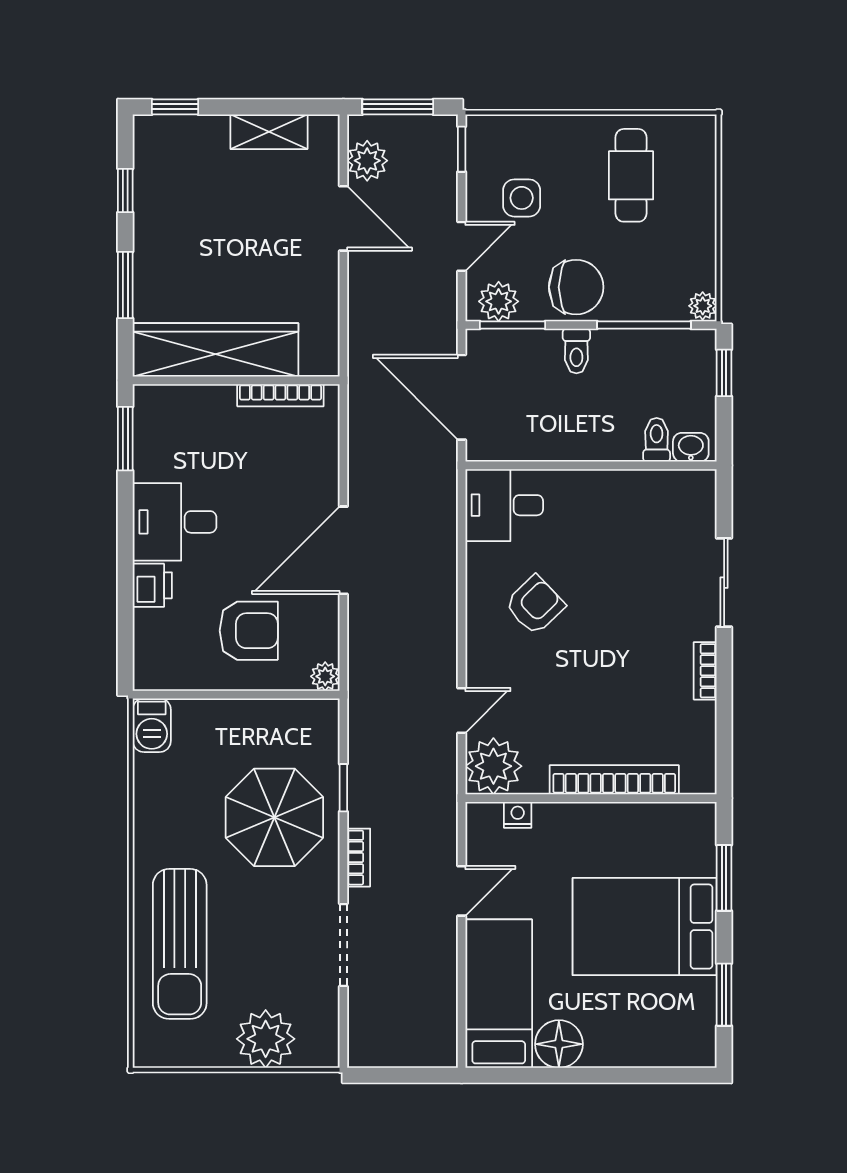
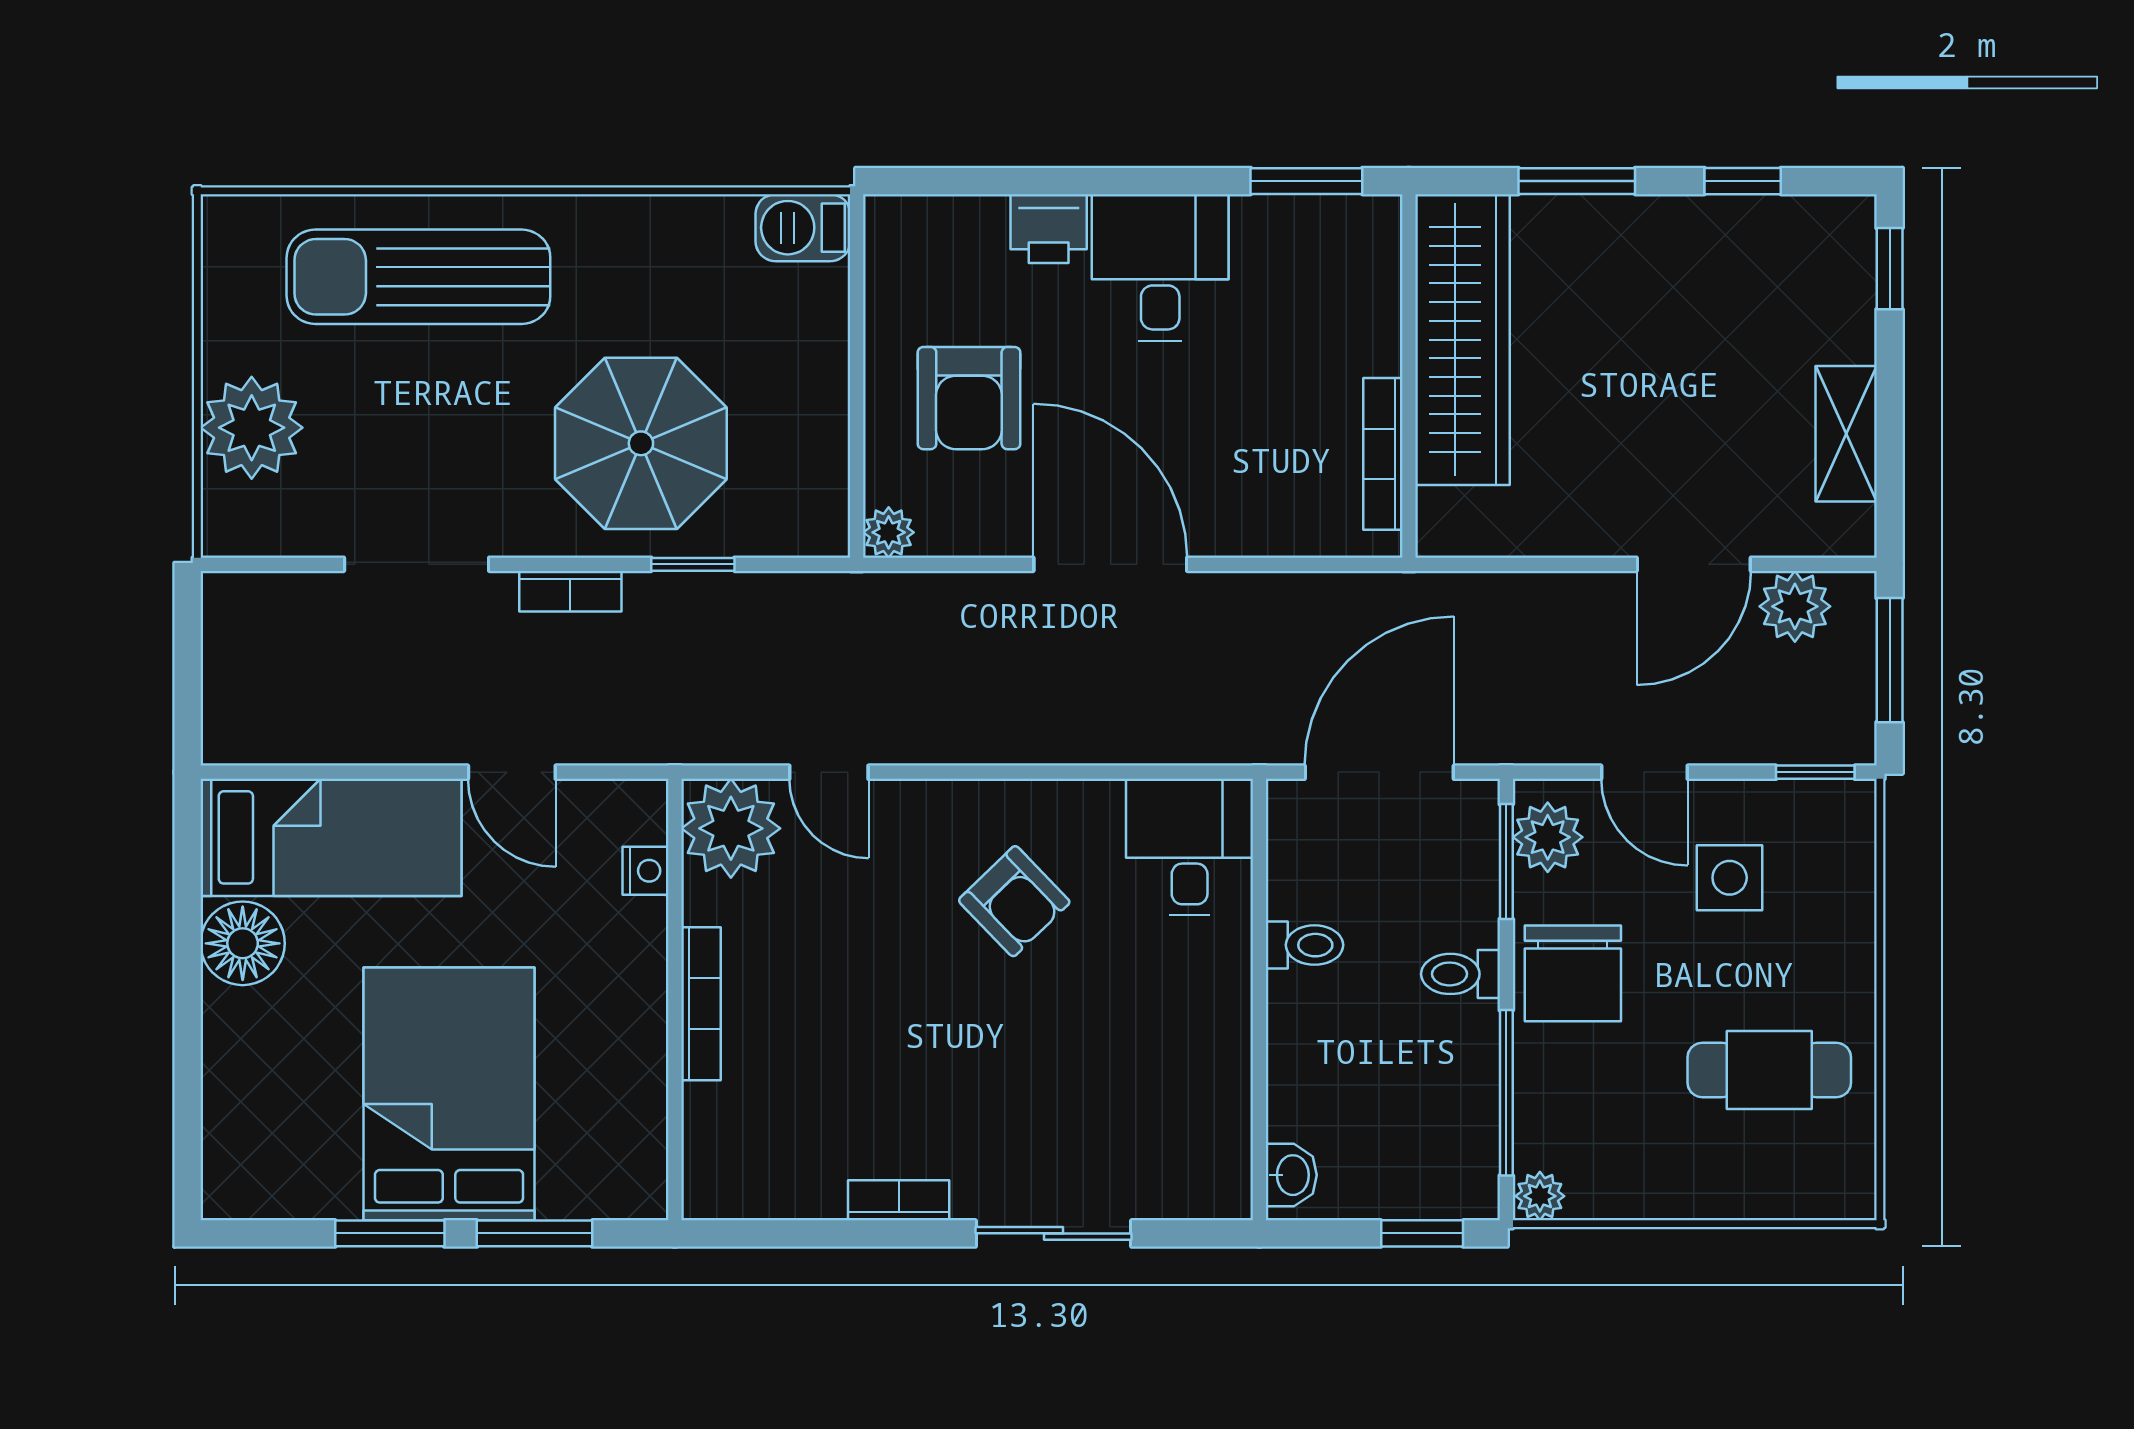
toilet: (657, 440) -> (1304, 945), moved
bookcase: (614, 780) -> (701, 1004), width x0.68, depth x0.76
window: (724, 995) -> (390, 1233), moved

